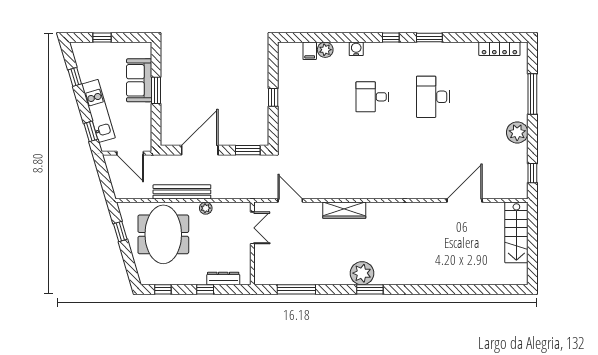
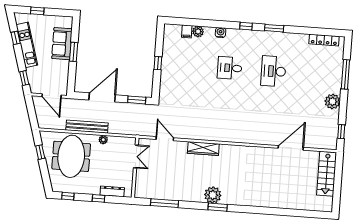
kitchen unit: (98, 111) -> (27, 45), moved

